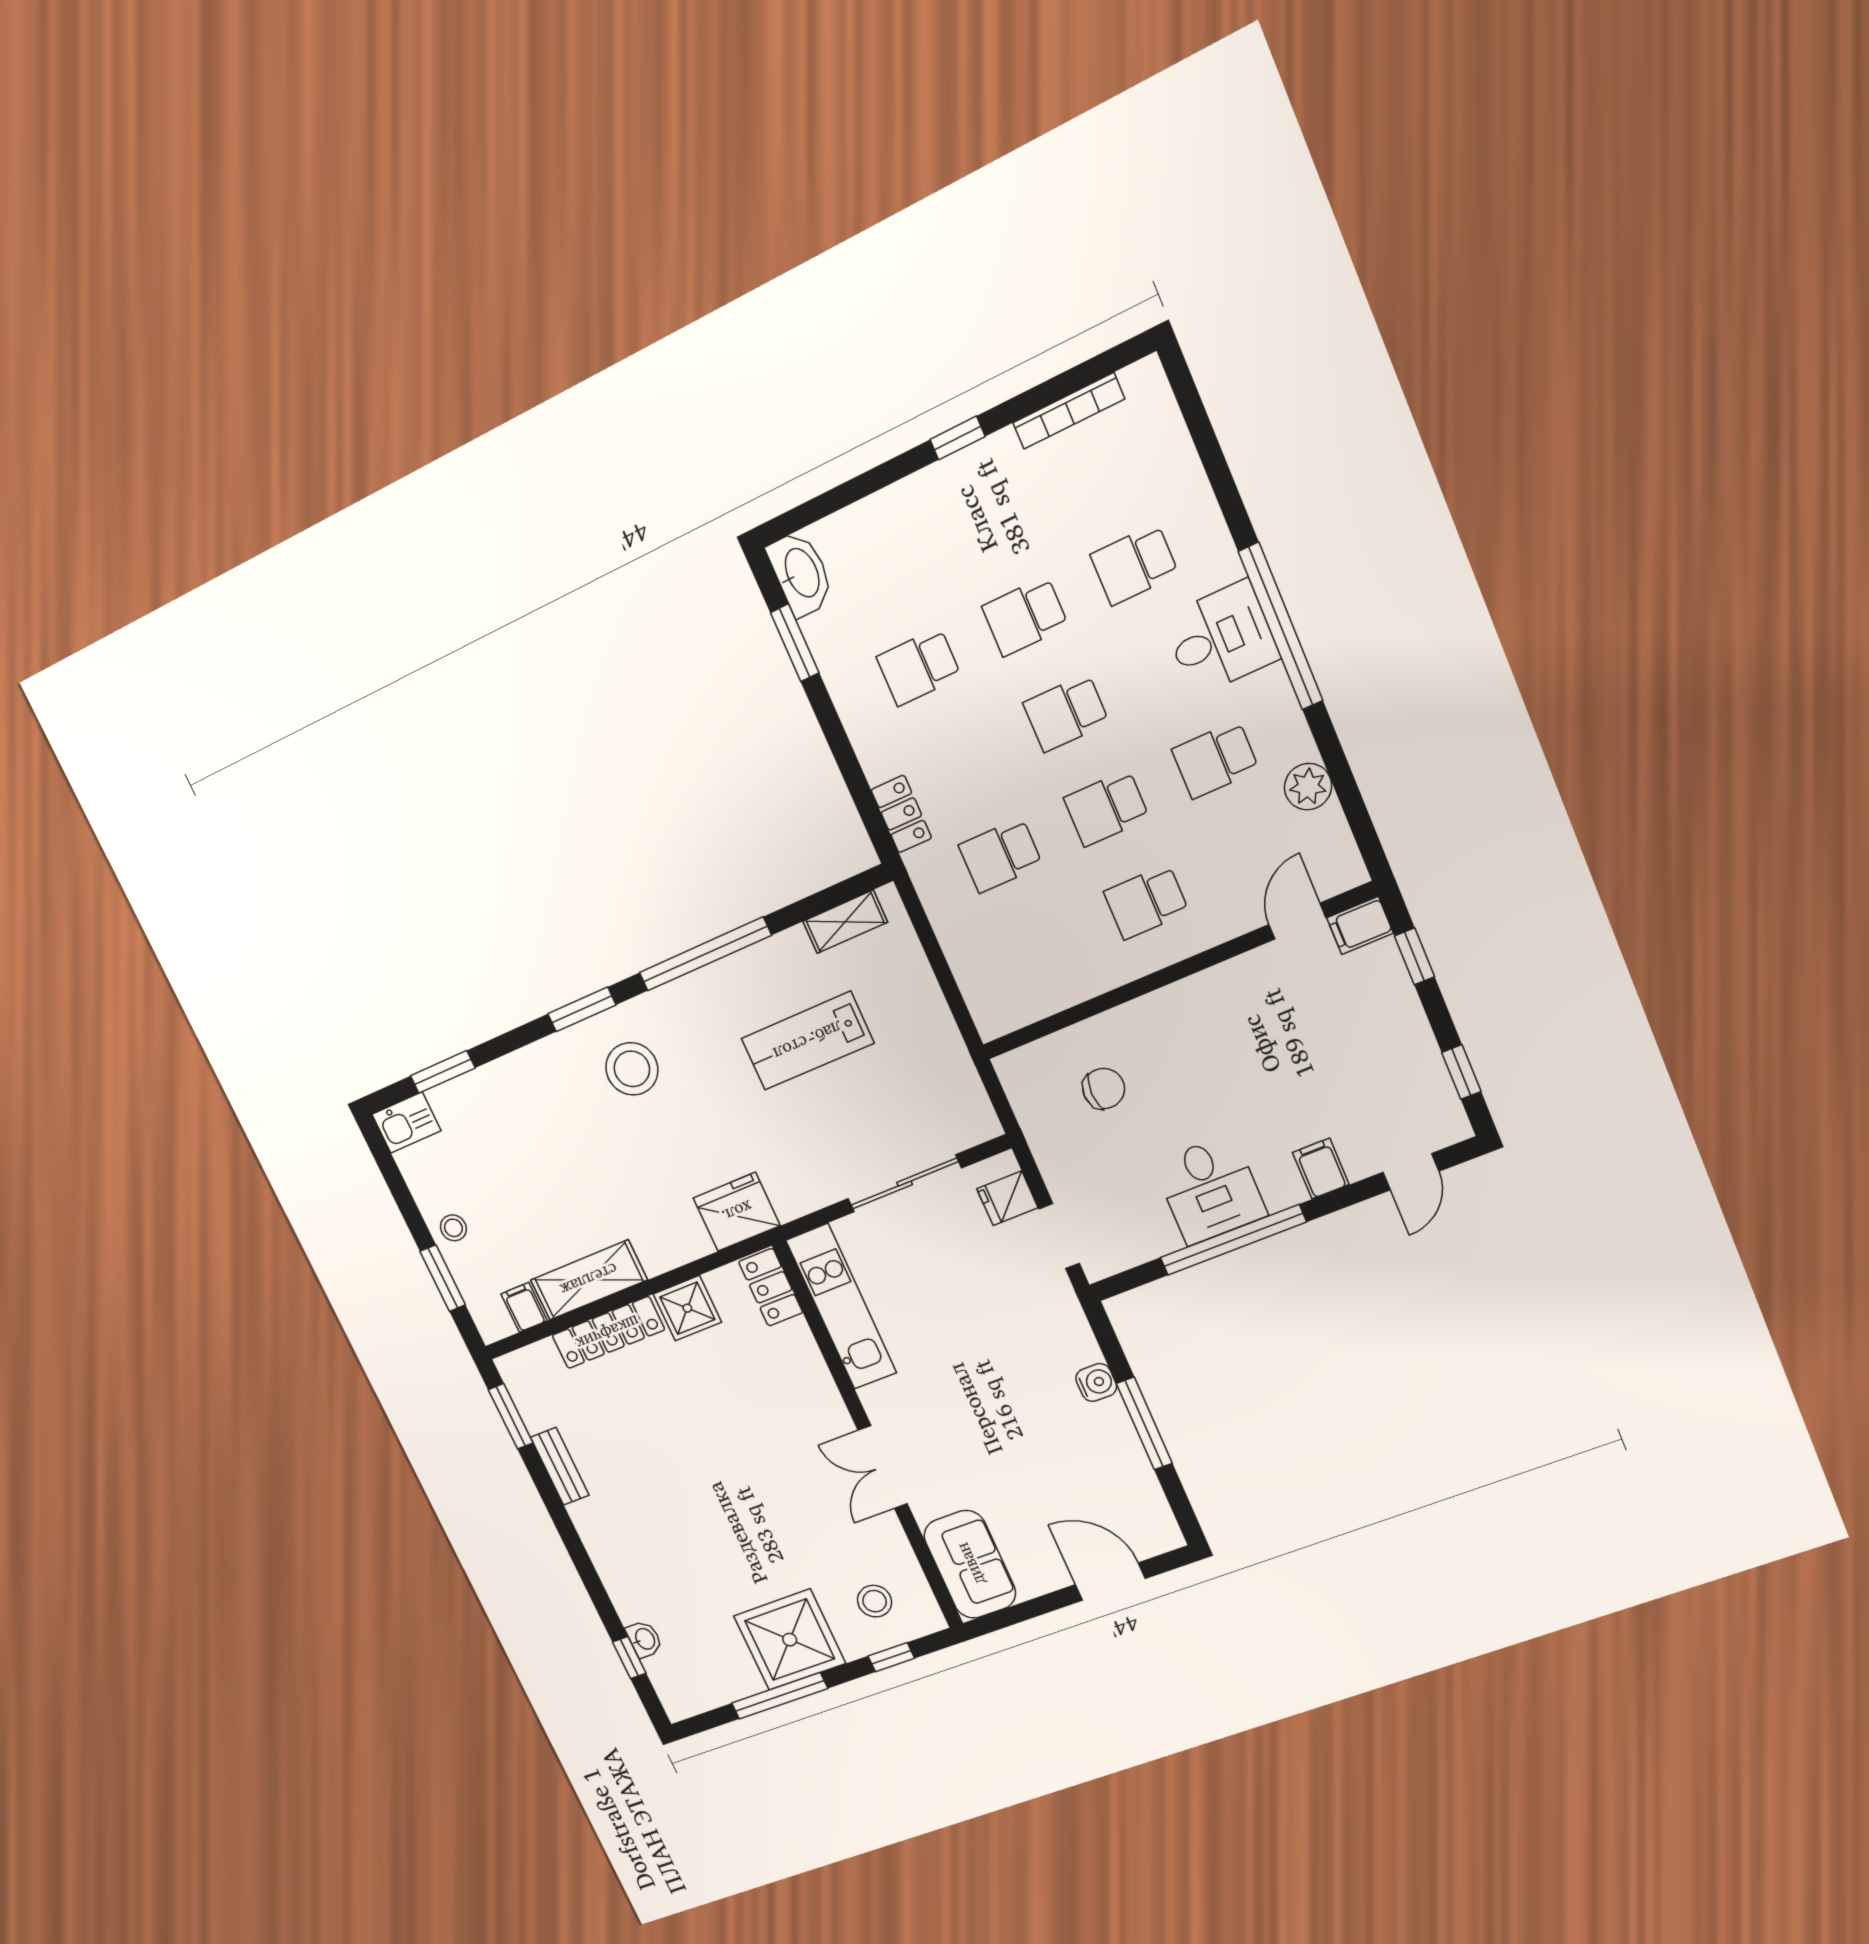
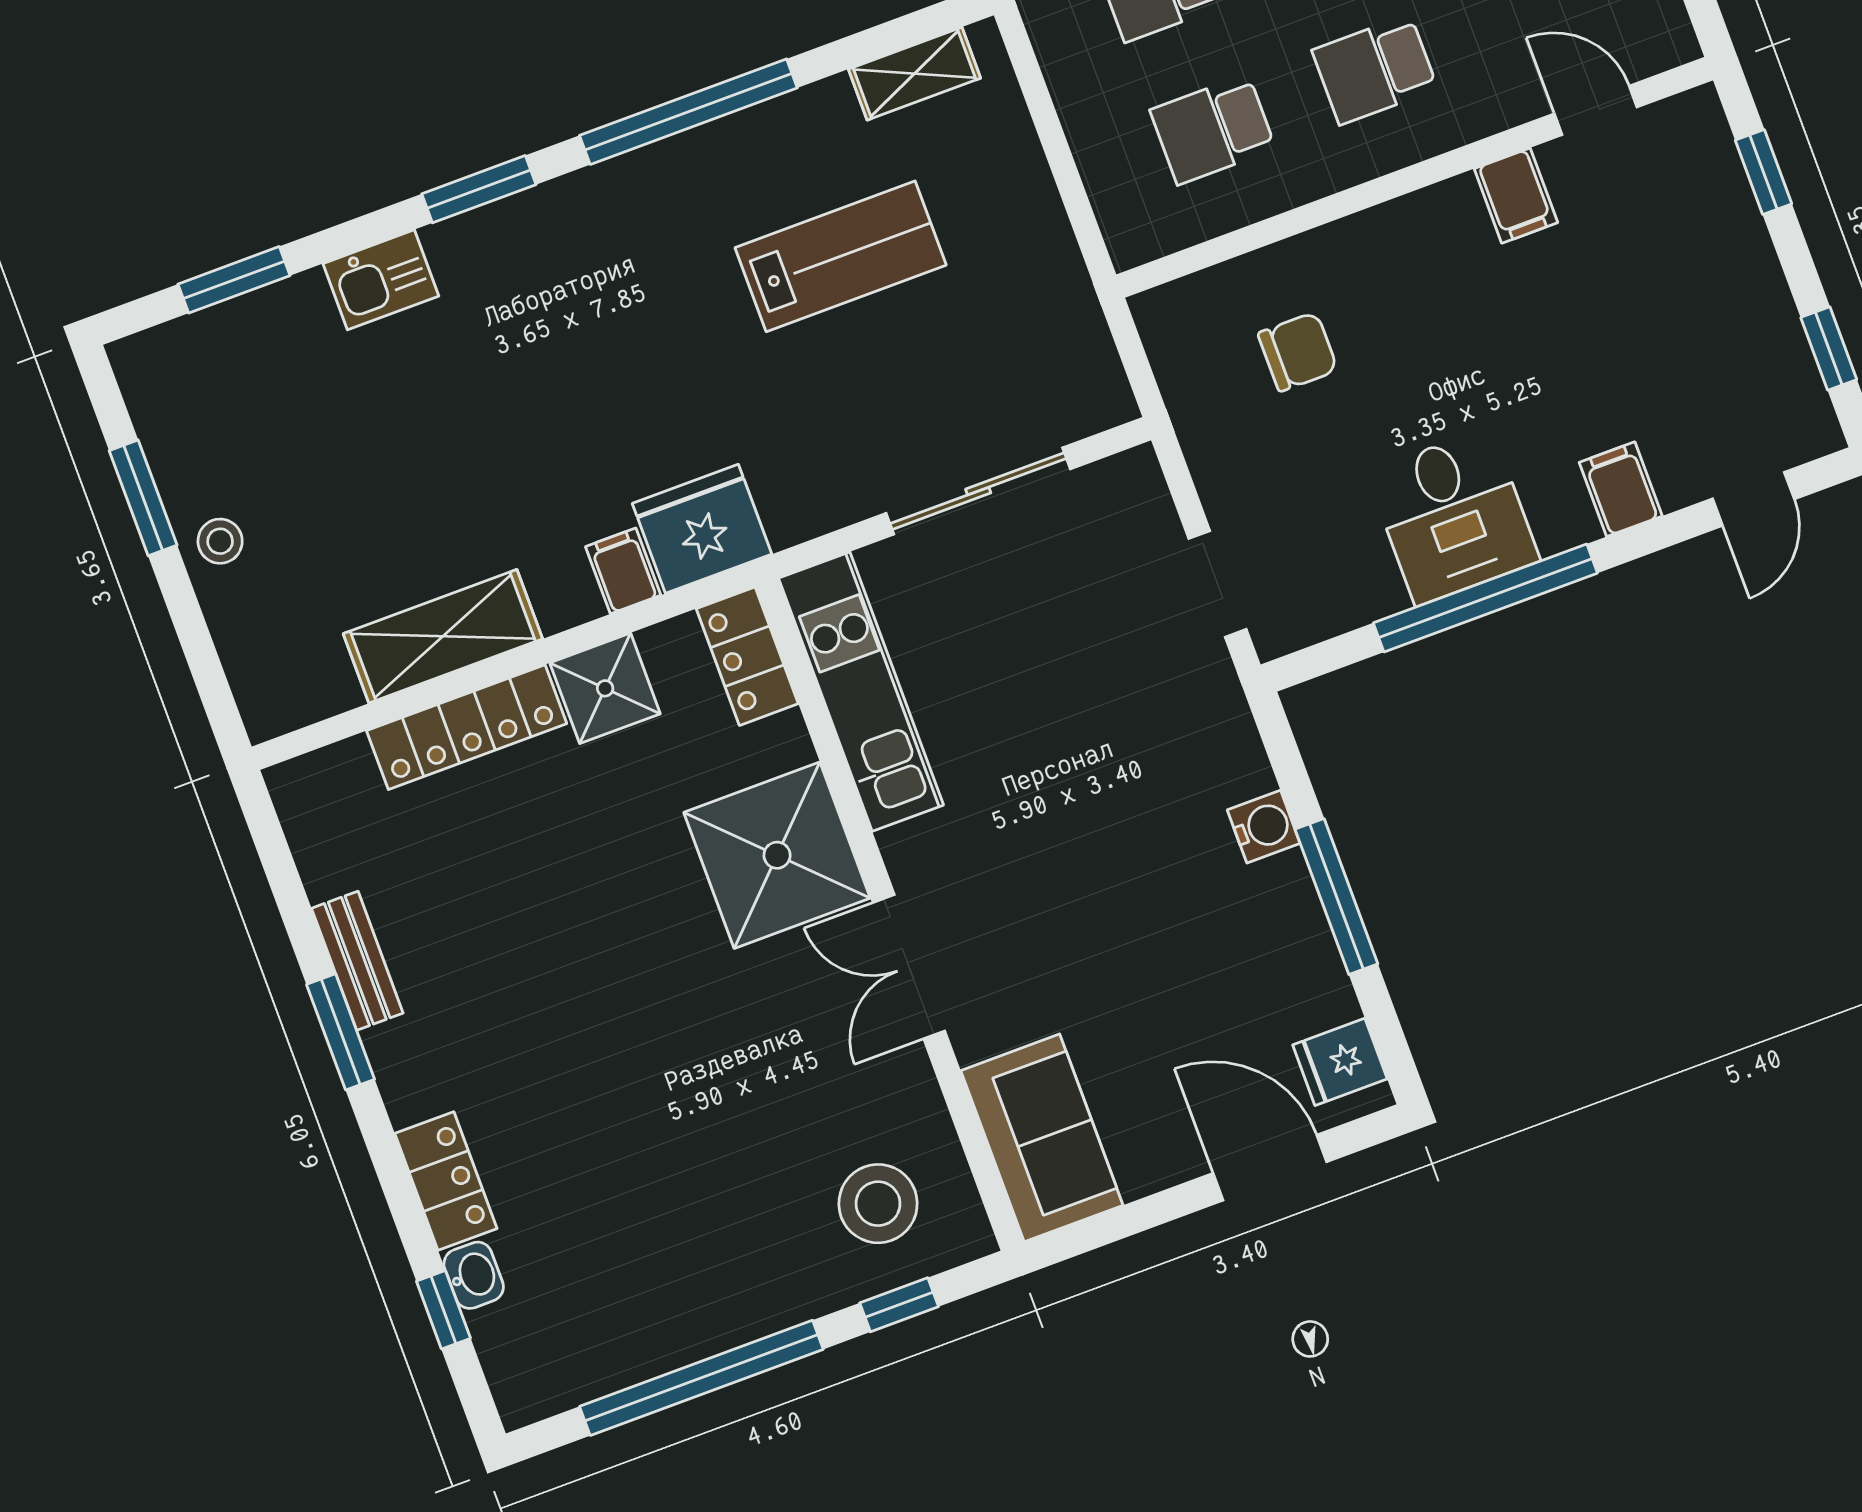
door: (1297, 921) -> (1596, 110), hinge flipped
filing cabinet: (1360, 926) -> (1516, 196), moved, turned -90
school desk: (1041, 948) -> (1213, 130), added
lab bench: (808, 1041) -> (841, 256), turned 180
stool: (632, 1069) -> (552, 289), removed
kitchen sink: (406, 1123) -> (381, 280), moved
fridge: (1007, 1198) -> (1340, 1062), moved
window: (443, 1278) -> (143, 498), moved
filing cabinet: (524, 1307) -> (623, 571), moved
window: (511, 1416) -> (341, 1032), moved
locker: (623, 1588) -> (446, 1181), added
stool: (875, 1601) -> (878, 1204), width x1.38, depth x1.38
shower: (790, 1640) -> (777, 855), moved
window: (780, 1696) -> (701, 1378), width x1.46

